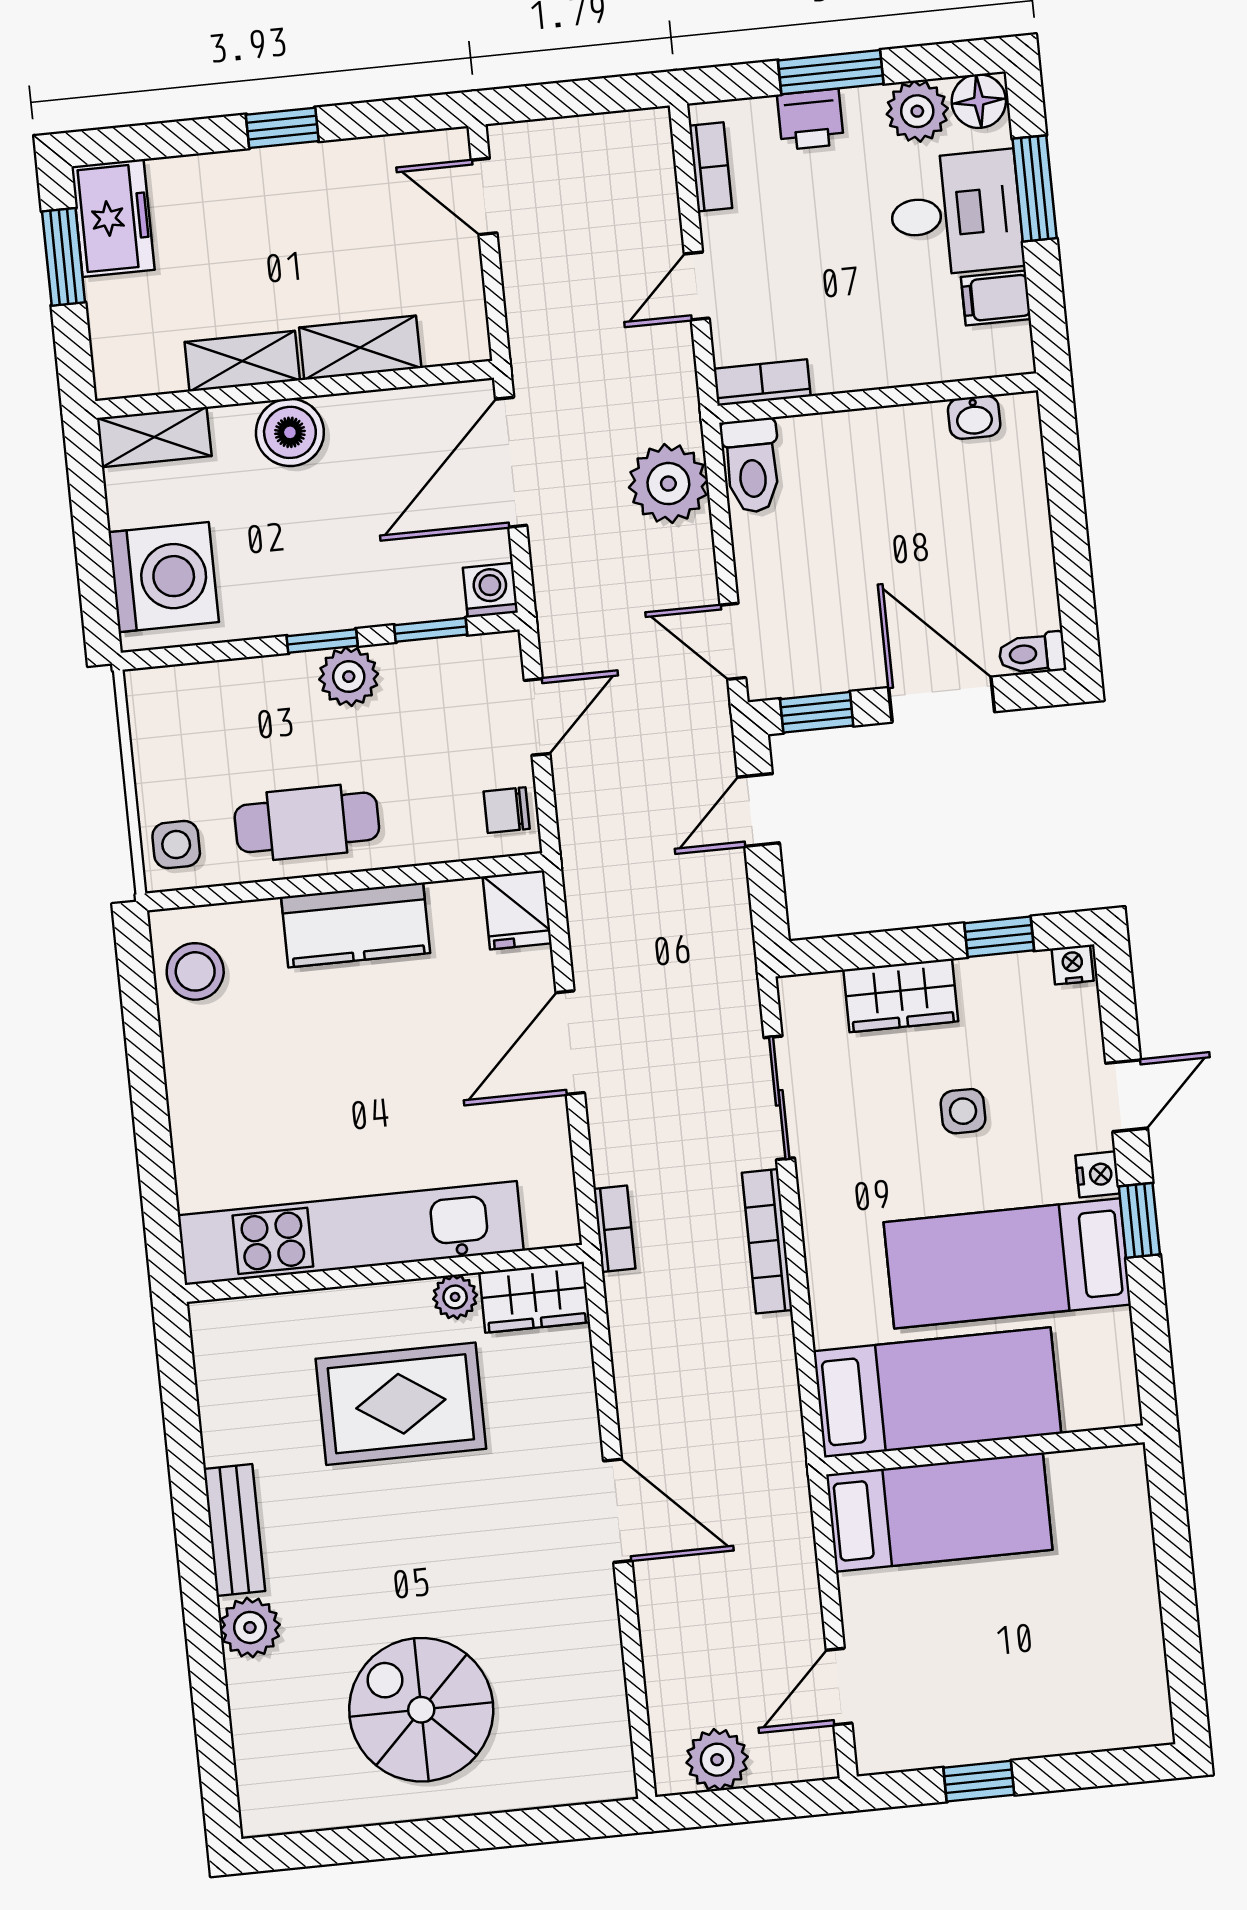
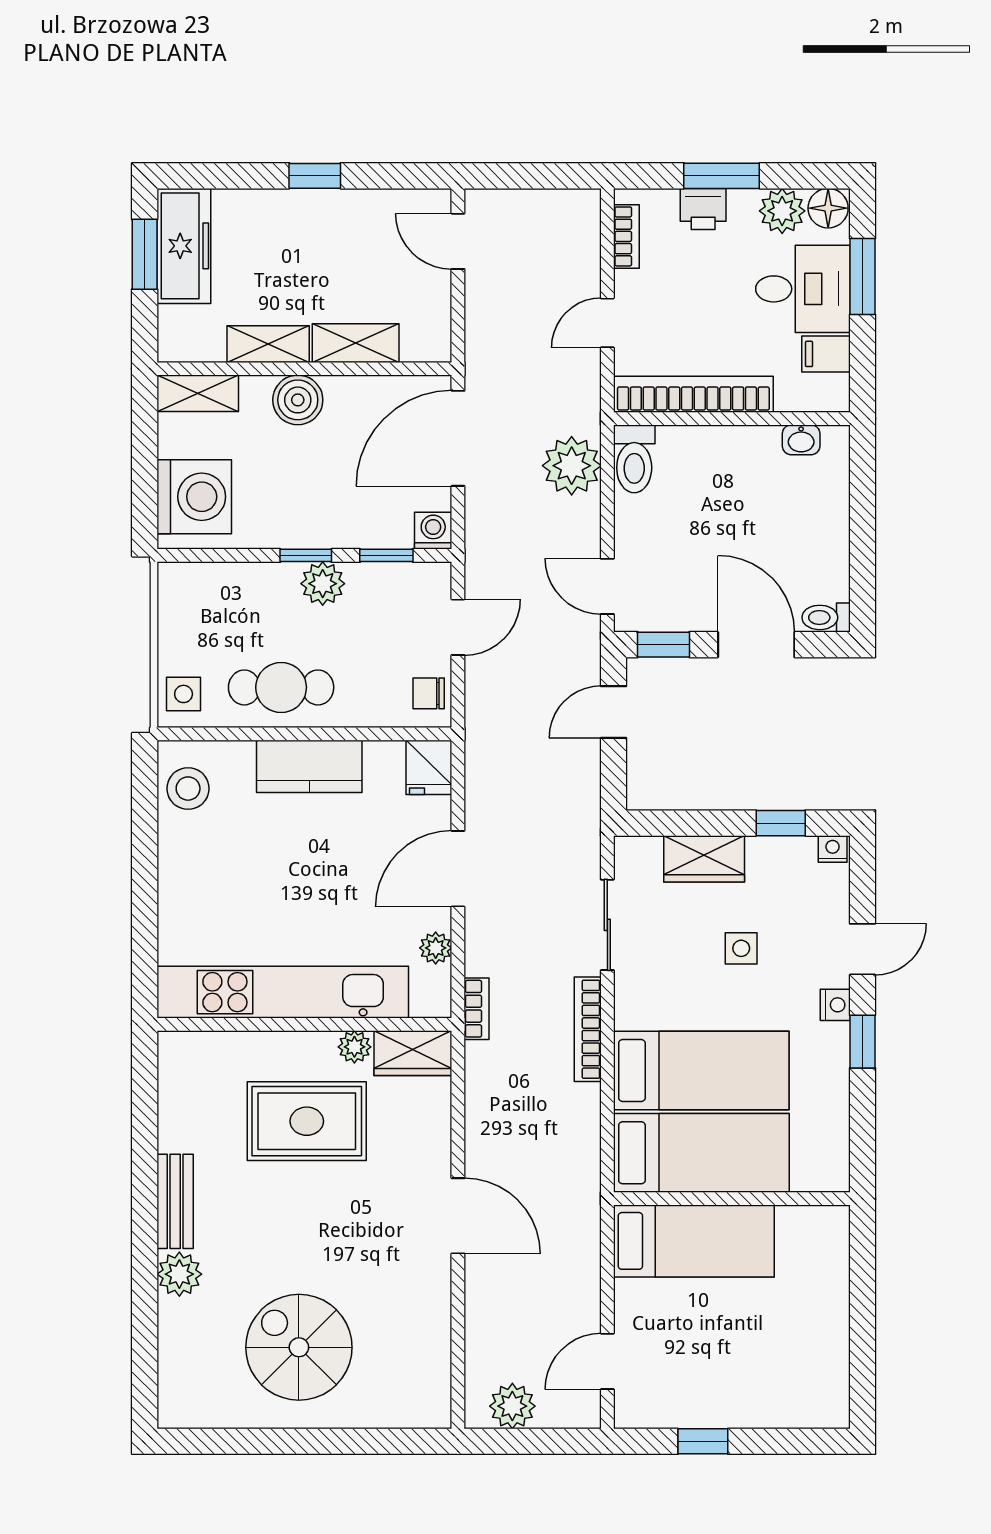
freezer: (113, 218) -> (184, 246), width x1.40
bookcase: (762, 382) -> (693, 394), width x2.31, depth x1.31
plant: (551, 1153) -> (436, 948), added
bed: (1007, 1263) -> (701, 1071), moved, turned 180

